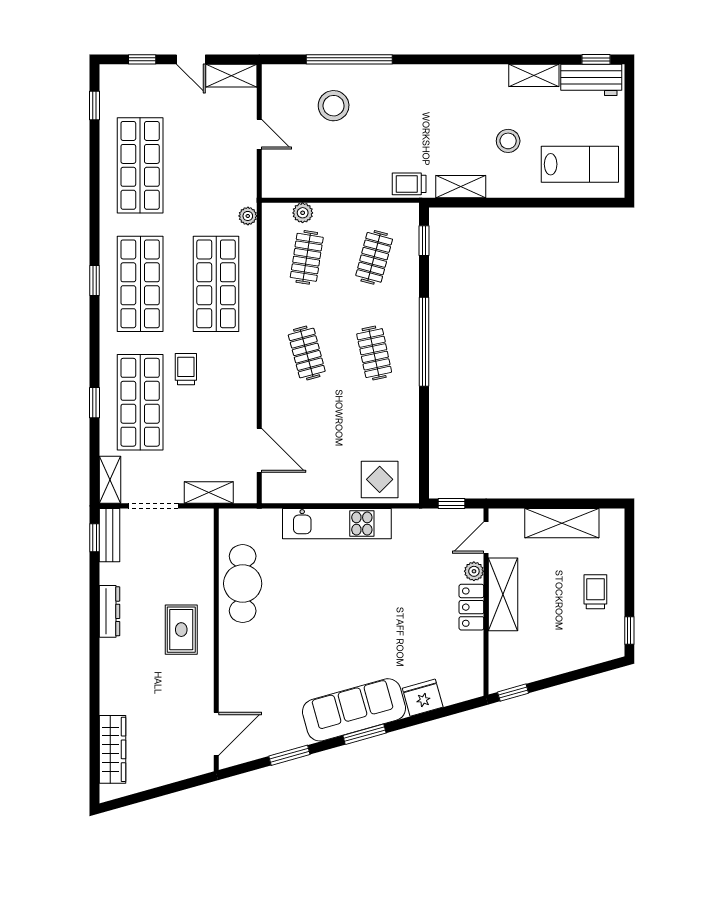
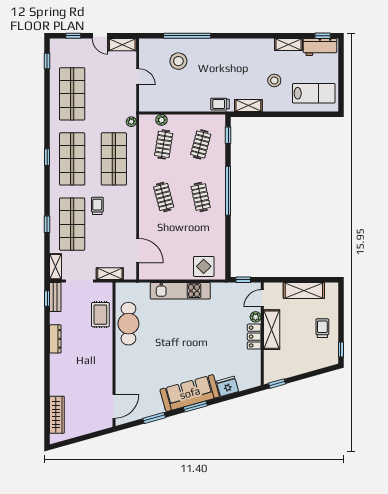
rug: (181, 630) -> (100, 315), moved

